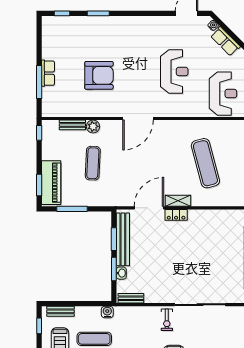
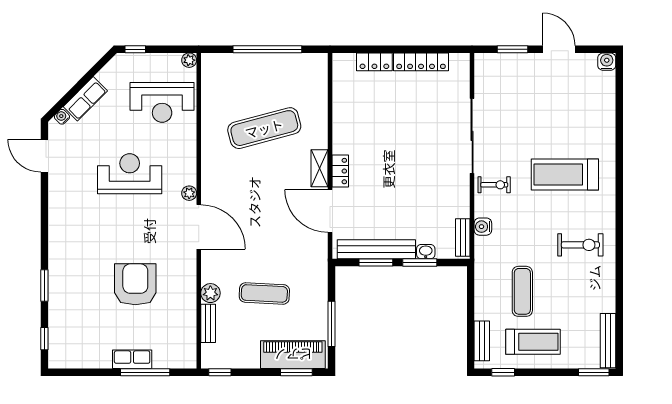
reception desk: (223, 94) -> (162, 102), turned 180
plant: (161, 112) -> (189, 193), added
water cooler: (107, 312) -> (483, 227), moved

